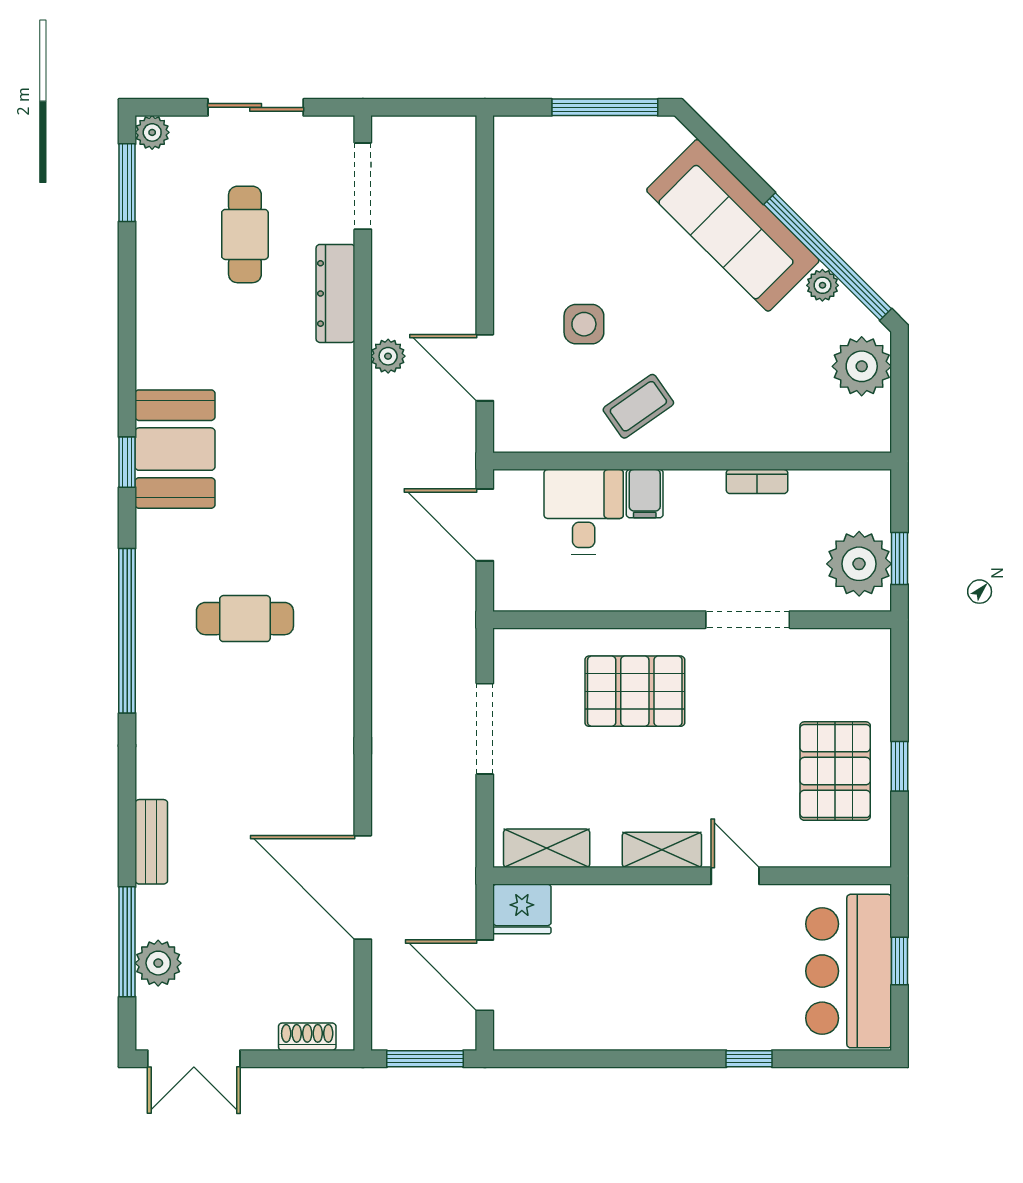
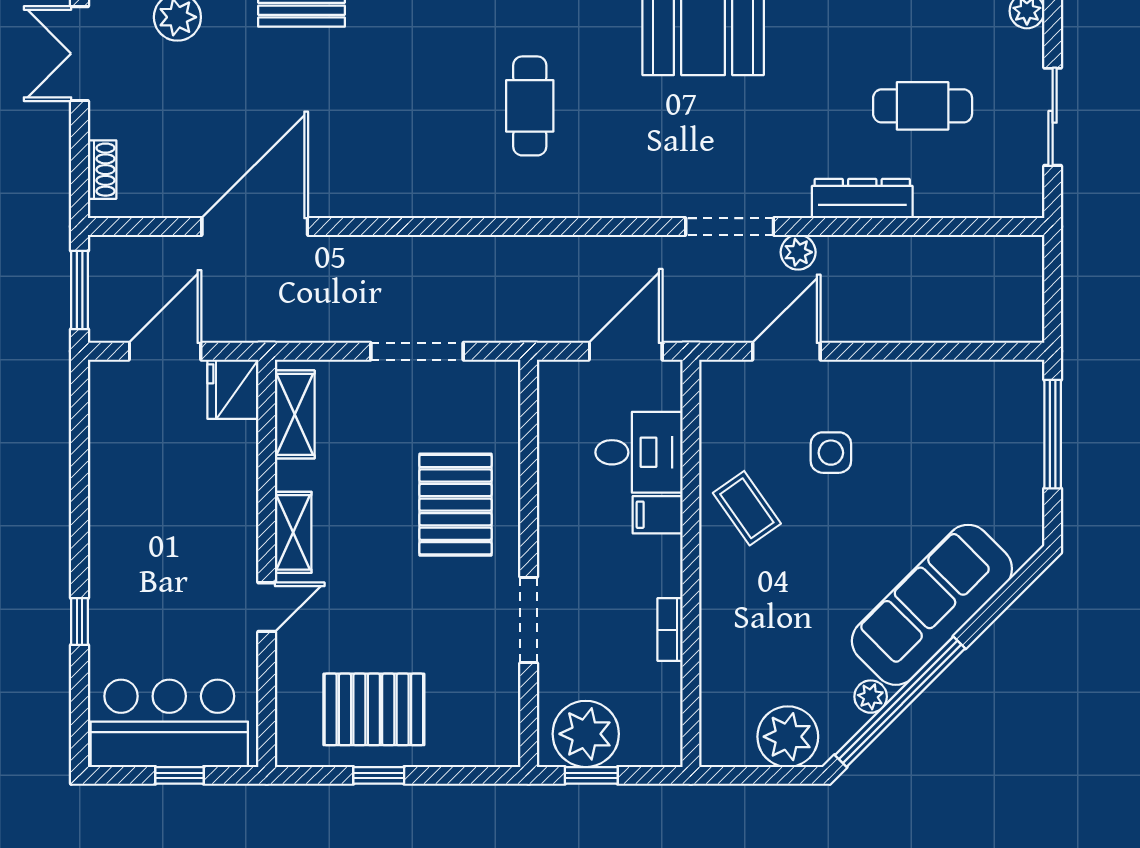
window: (605, 107) -> (1053, 434), moved
doorway: (363, 186) -> (730, 226), moved

